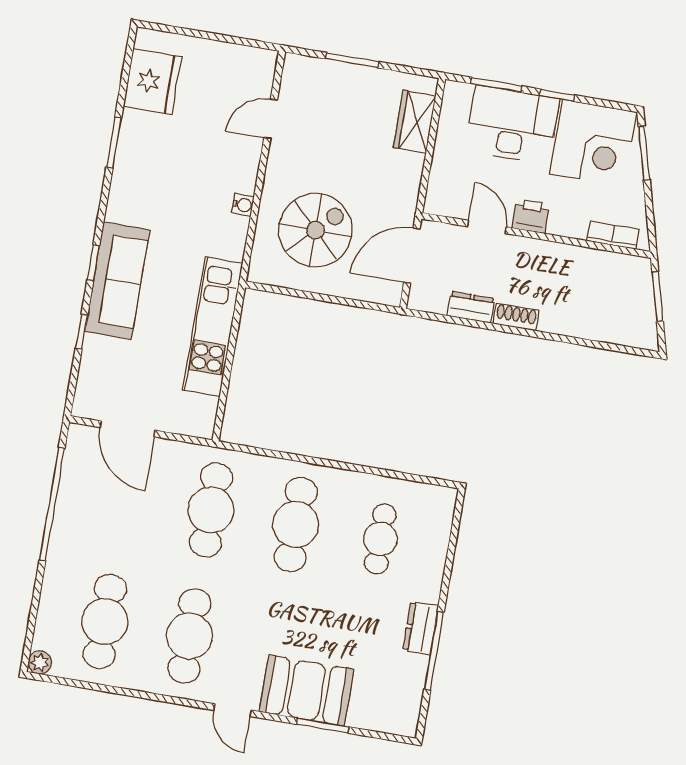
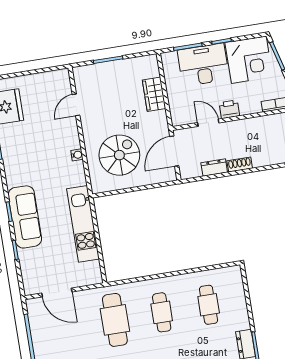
wardrobe: (415, 121) -> (154, 94), moved
cafe table: (296, 524) -> (162, 312), width x0.73, depth x0.74

